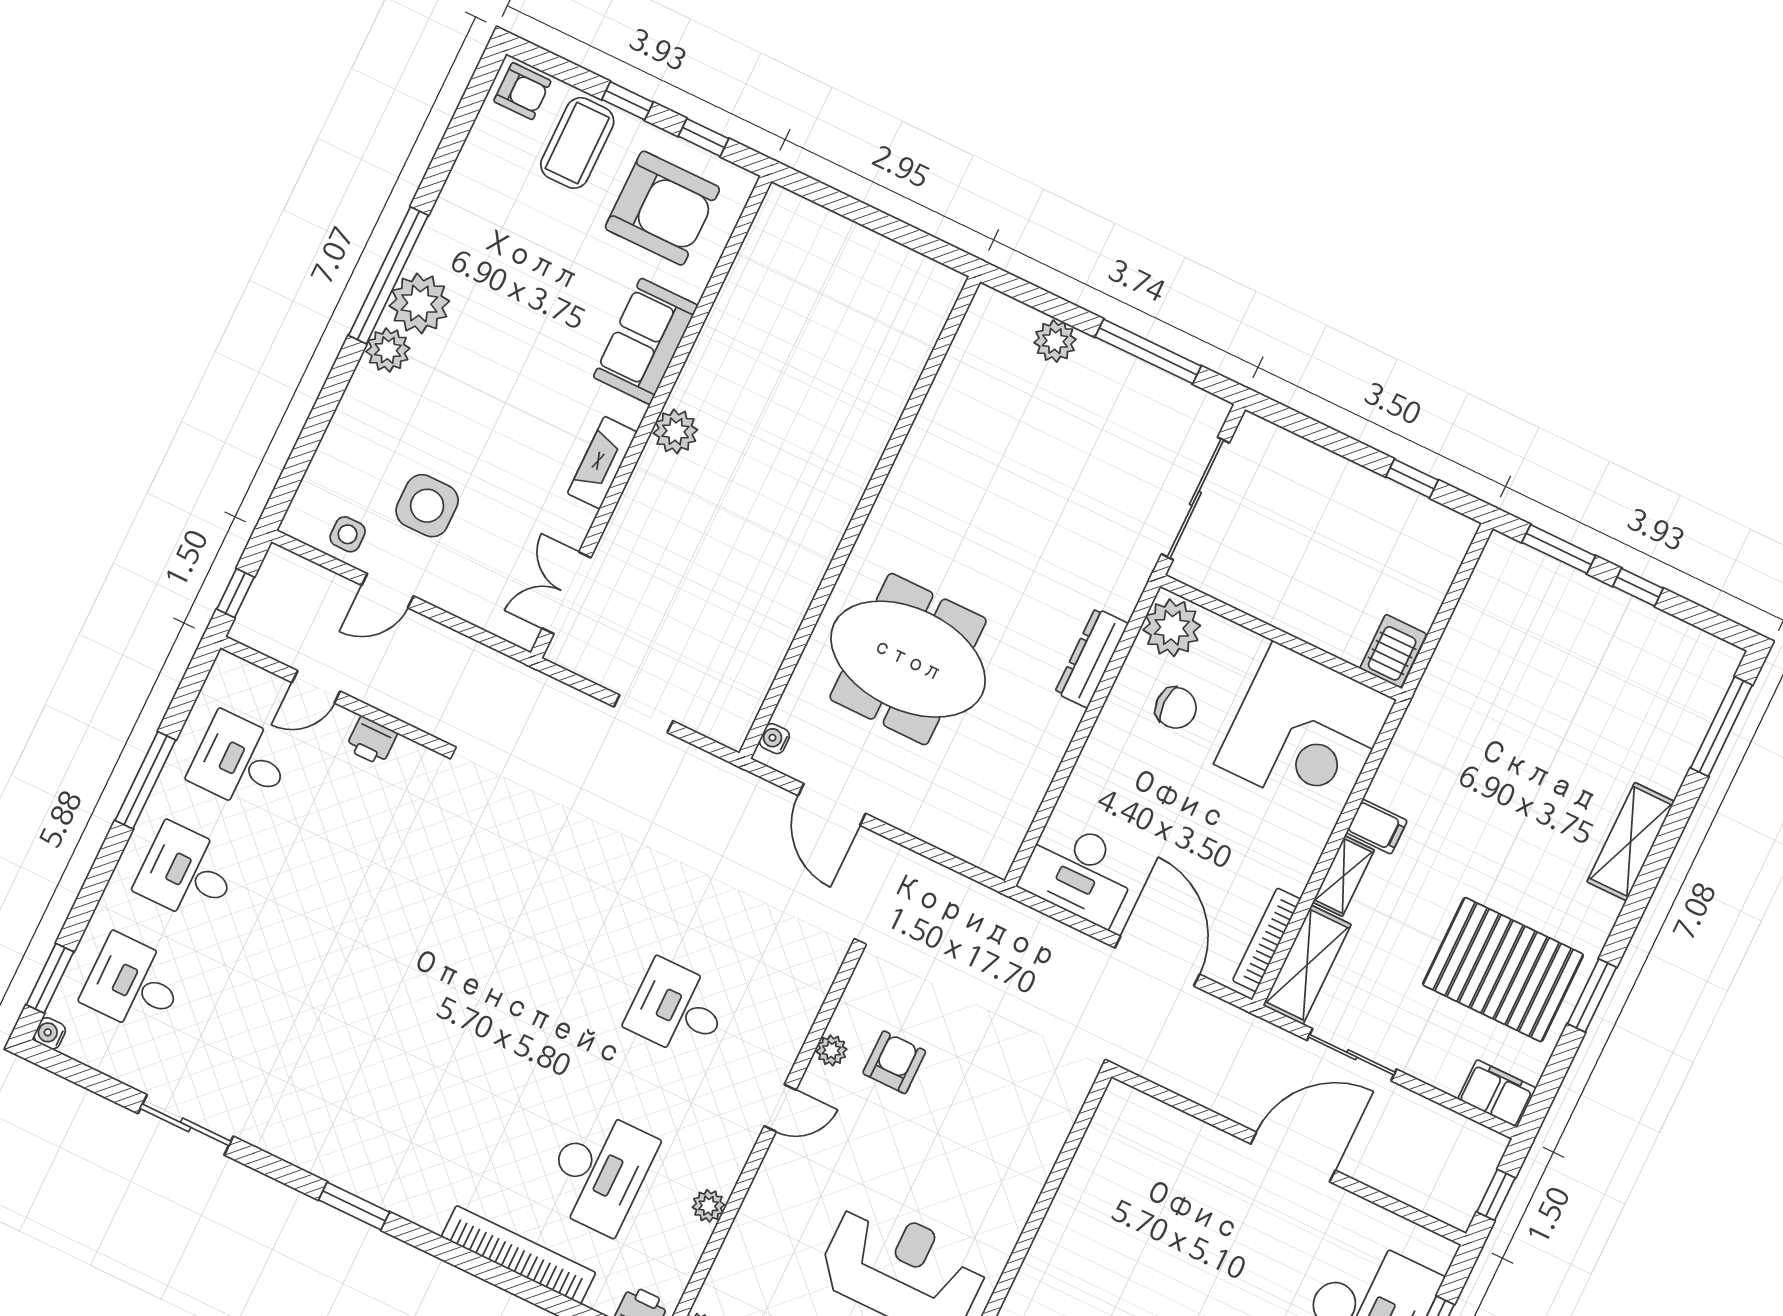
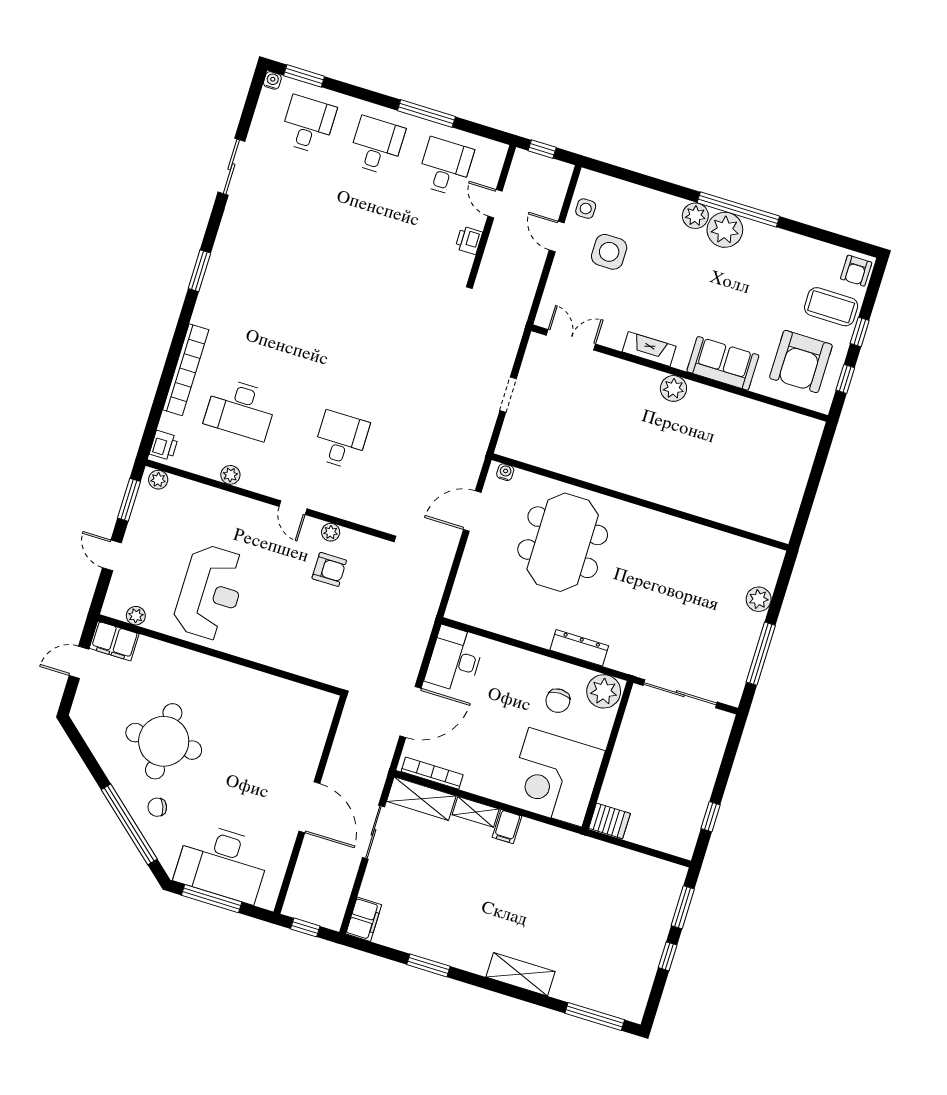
pallet: (1503, 970) -> (436, 912), removed

